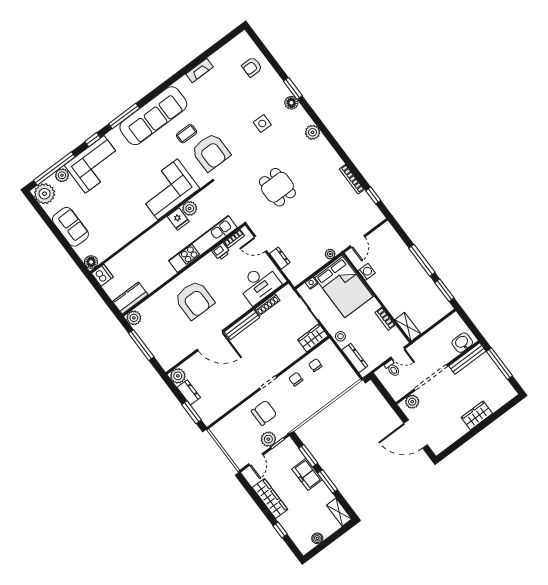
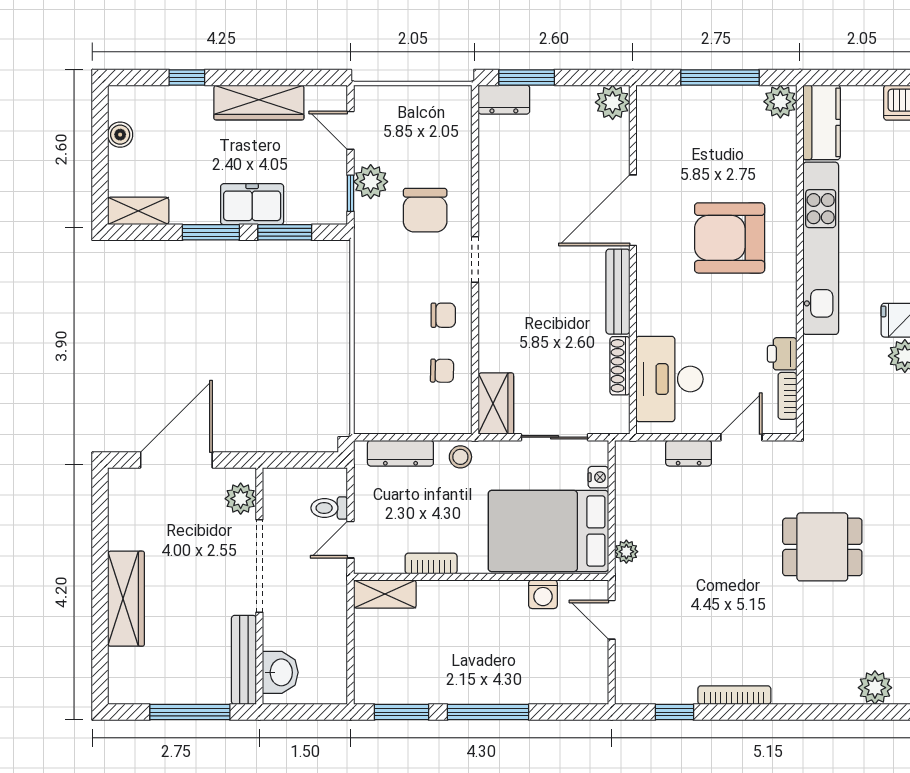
kitchen unit: (203, 244) -> (821, 248), moved
dresser: (189, 392) -> (504, 100), moved
wardrobe: (477, 415) -> (126, 599), width x1.50

